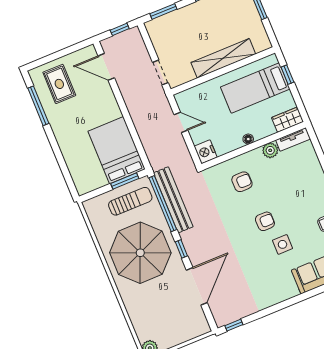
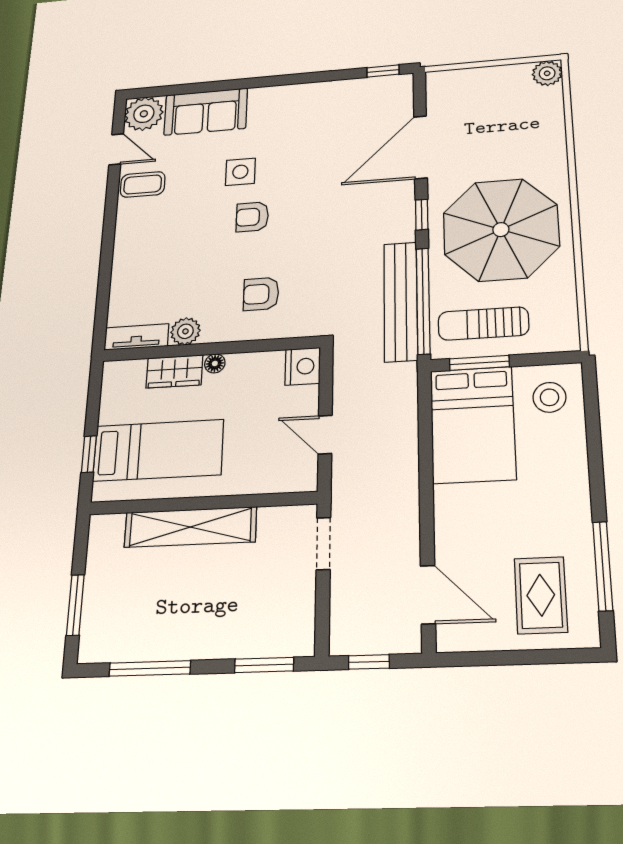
wardrobe: (288, 120) -> (174, 371), moved
stool: (87, 175) -> (549, 397), added

